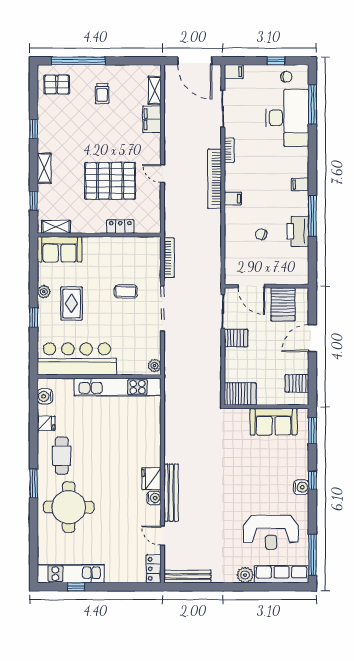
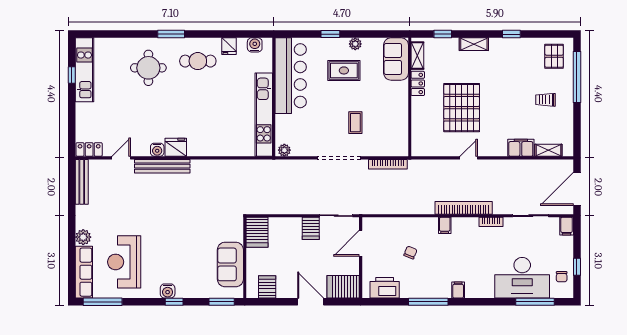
locker: (120, 227) -> (418, 83), moved
printer: (298, 231) -> (385, 288), moved
server rack: (283, 304) -> (343, 287), moved
round table: (69, 507) -> (148, 68), width x0.73, depth x0.73

